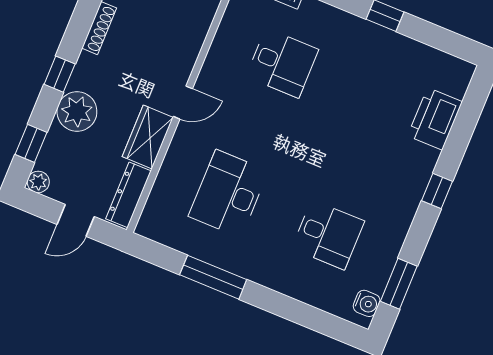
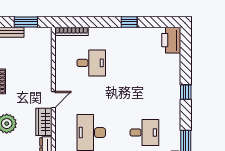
printer: (435, 119) -> (171, 40), moved

